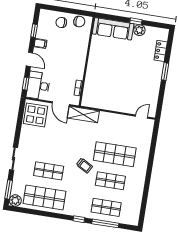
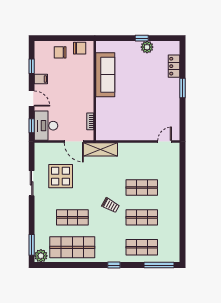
sofa: (113, 29) -> (105, 75), moved, turned -90
display table: (36, 115) -> (61, 176), moved
shop shelf: (115, 154) -> (142, 187), width x0.70, depth x0.74
sliding door: (14, 159) -> (32, 183), moved
window: (105, 223) -> (159, 265), moved

